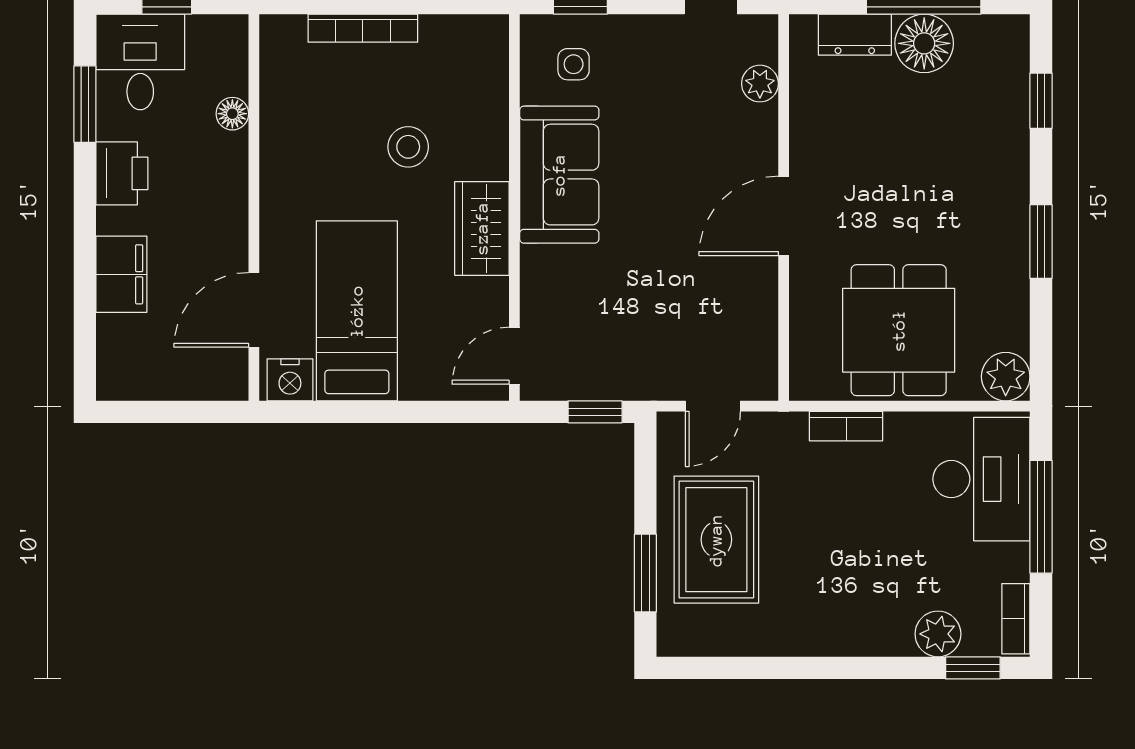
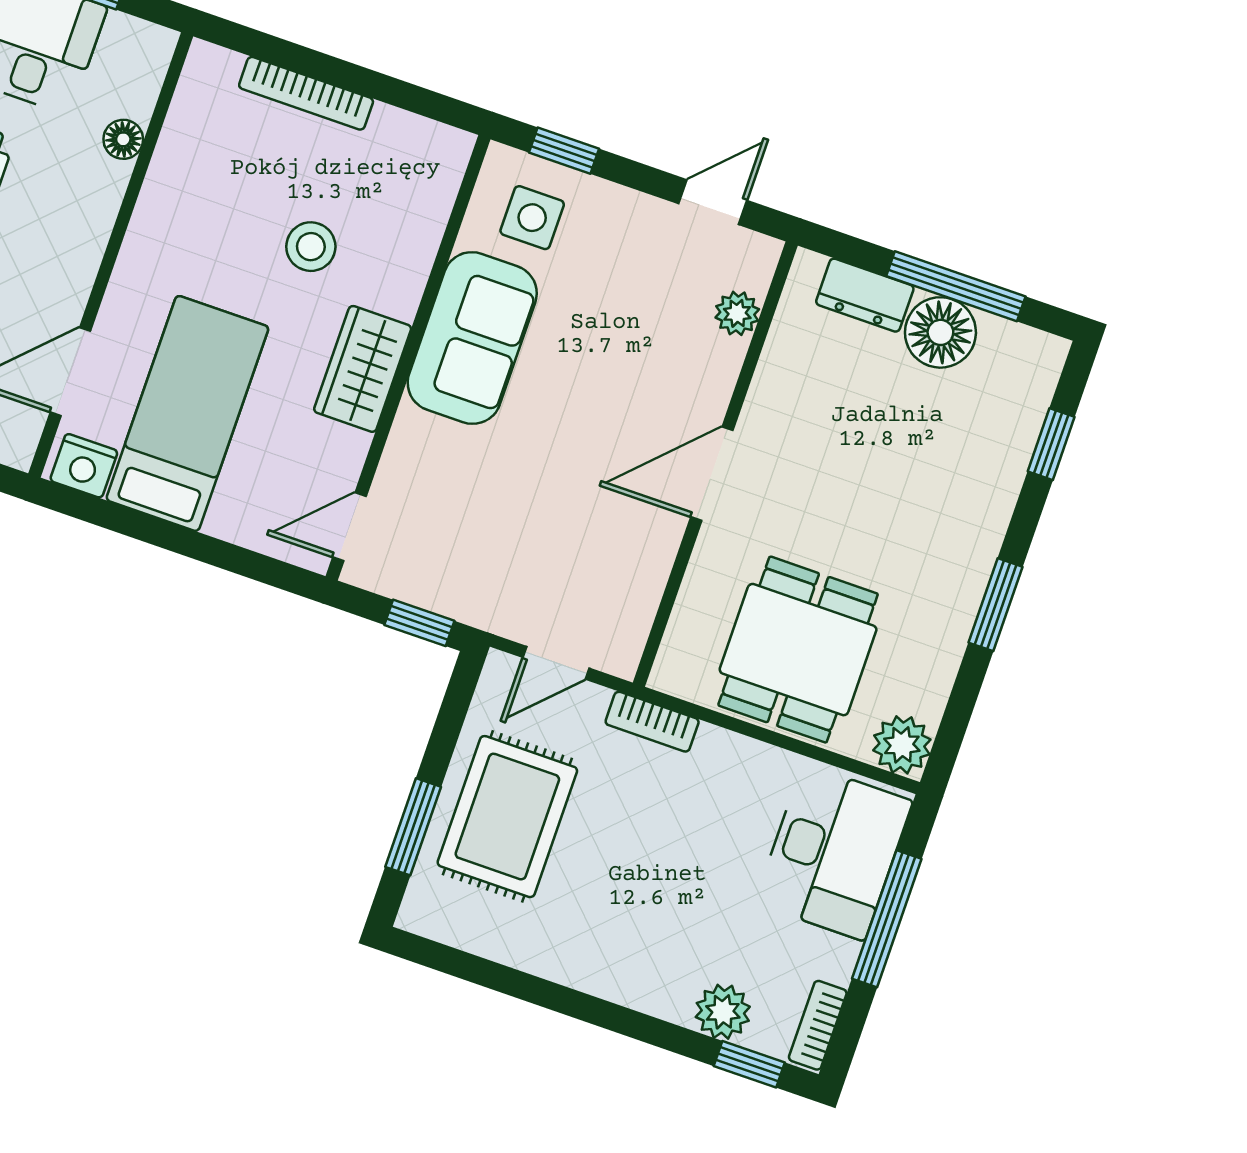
side table: (574, 64) -> (532, 218), width x1.37, depth x1.37
bookcase: (846, 426) -> (652, 722), moved

